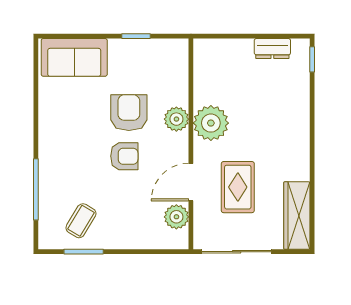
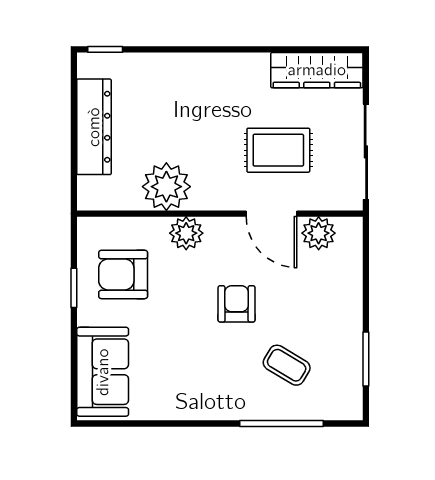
dresser: (272, 48) -> (94, 127), width x1.96, depth x1.24
armchair: (129, 113) -> (123, 274), moved
plant: (211, 123) -> (166, 187), moved
coffee table: (81, 221) -> (287, 365), moved

